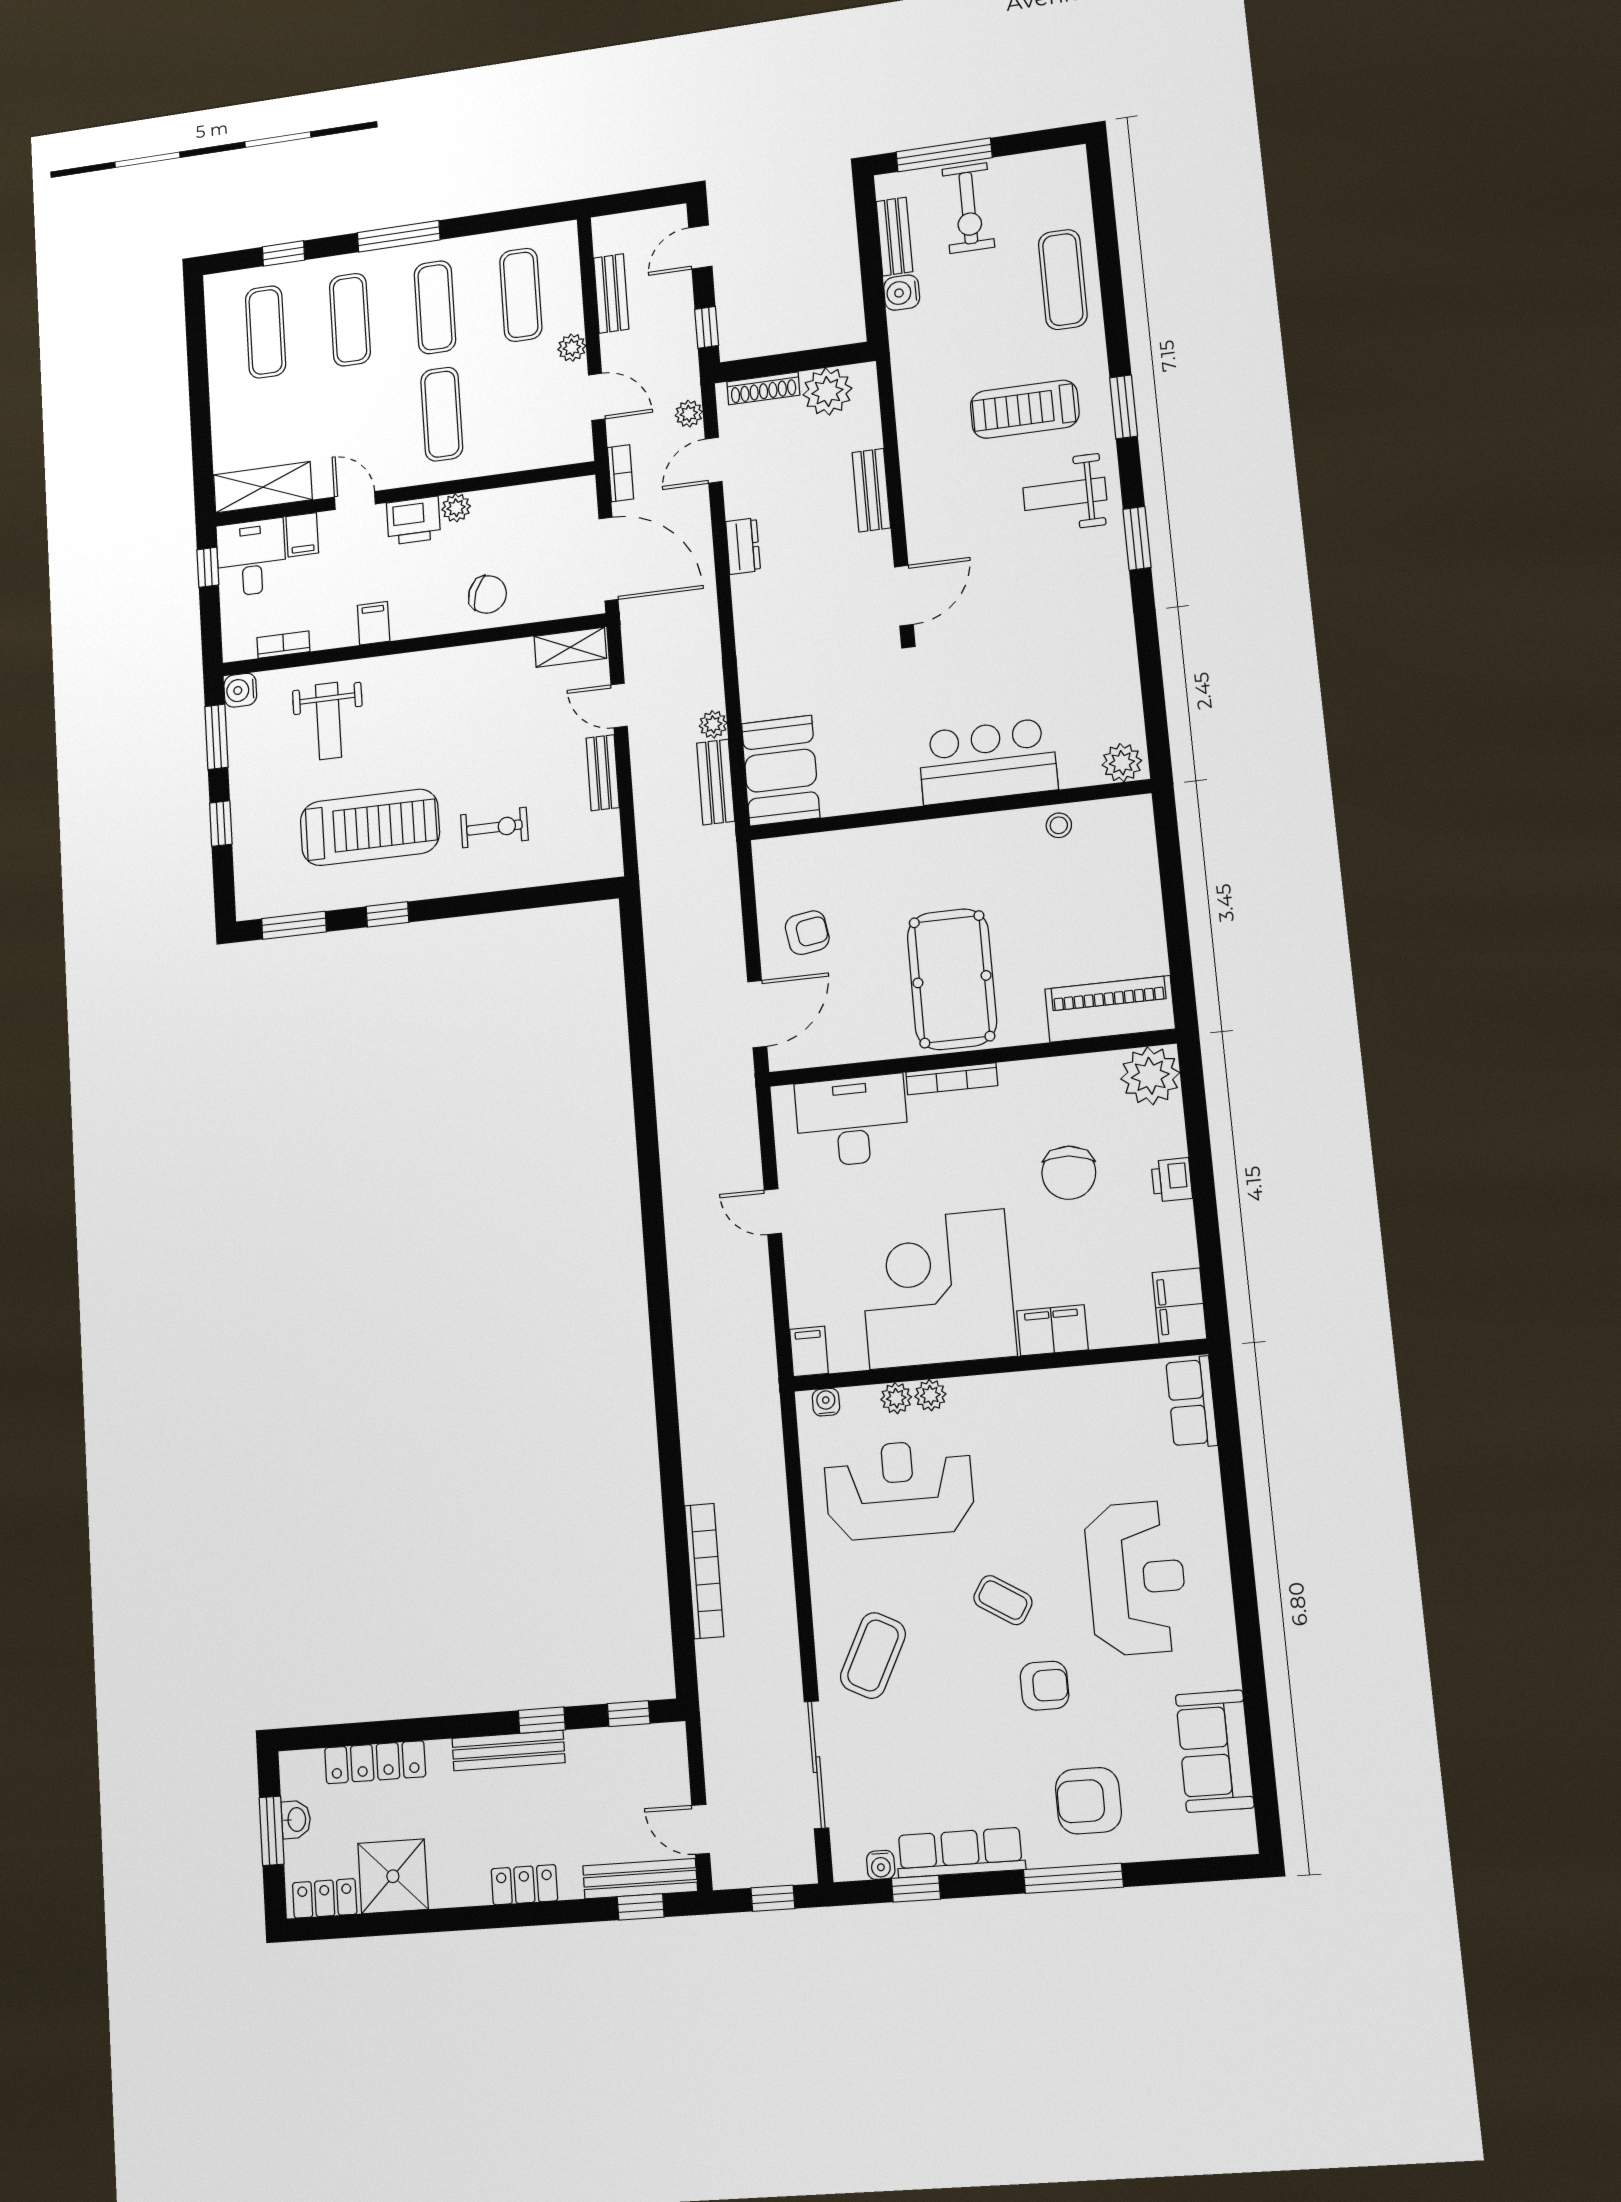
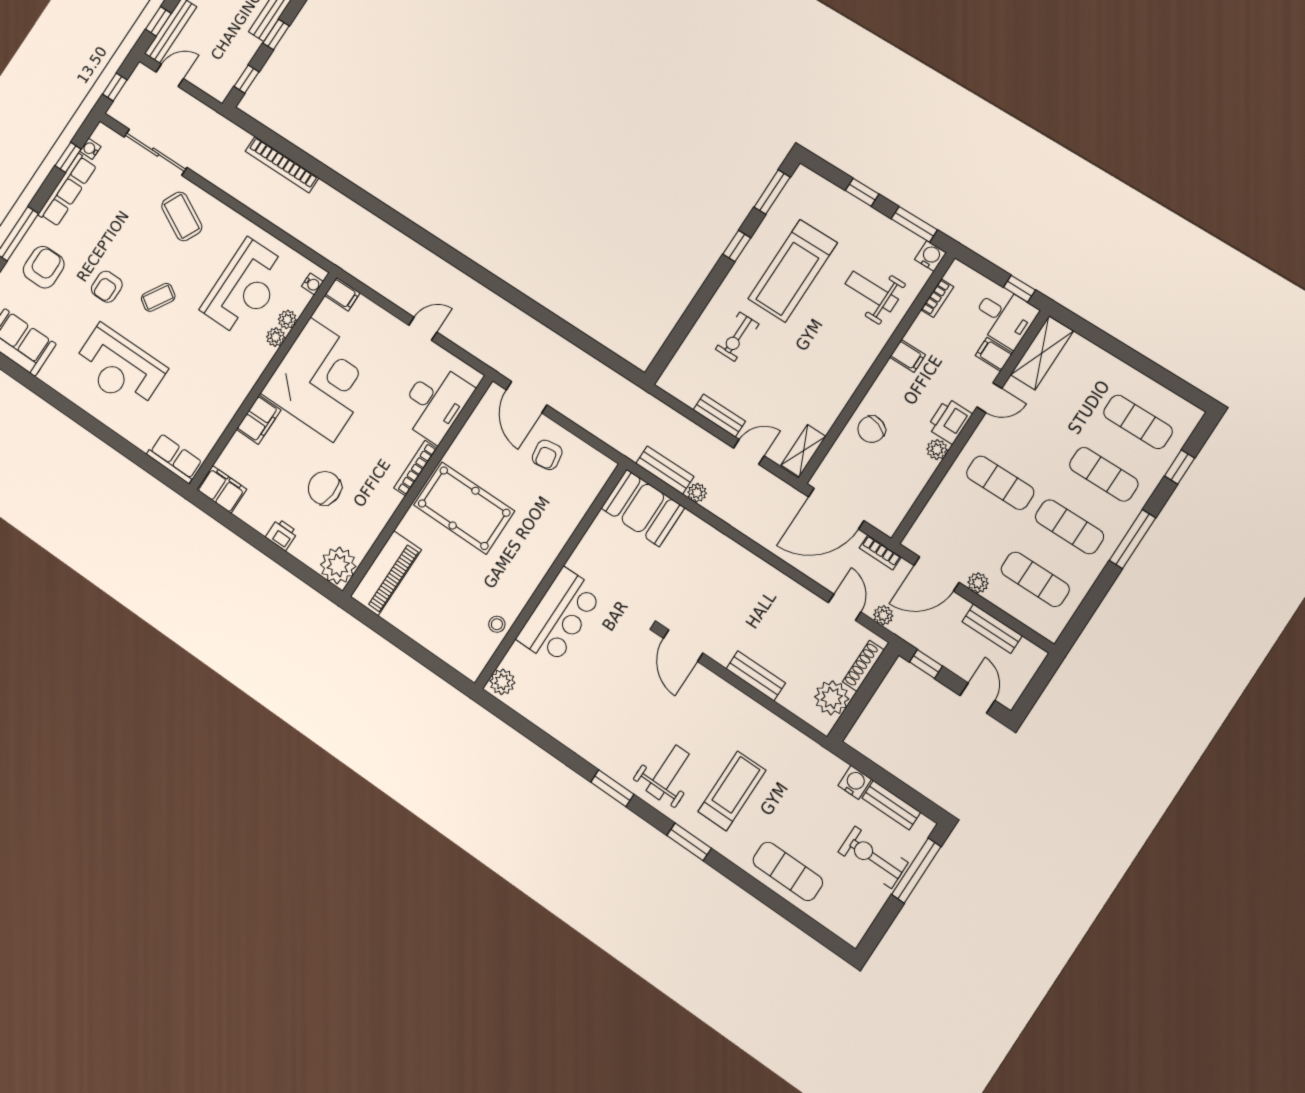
door: (597, 397) -> (937, 574), width x1.38
dresser: (743, 546) -> (782, 585), removed

